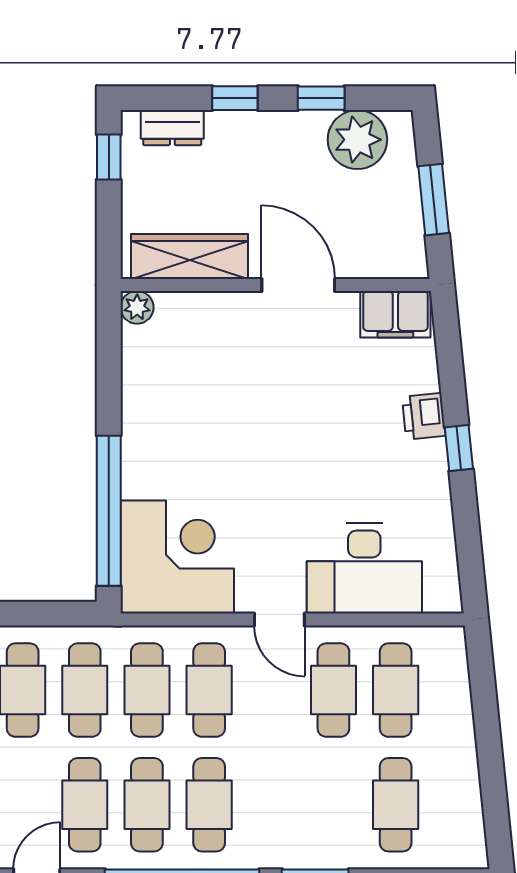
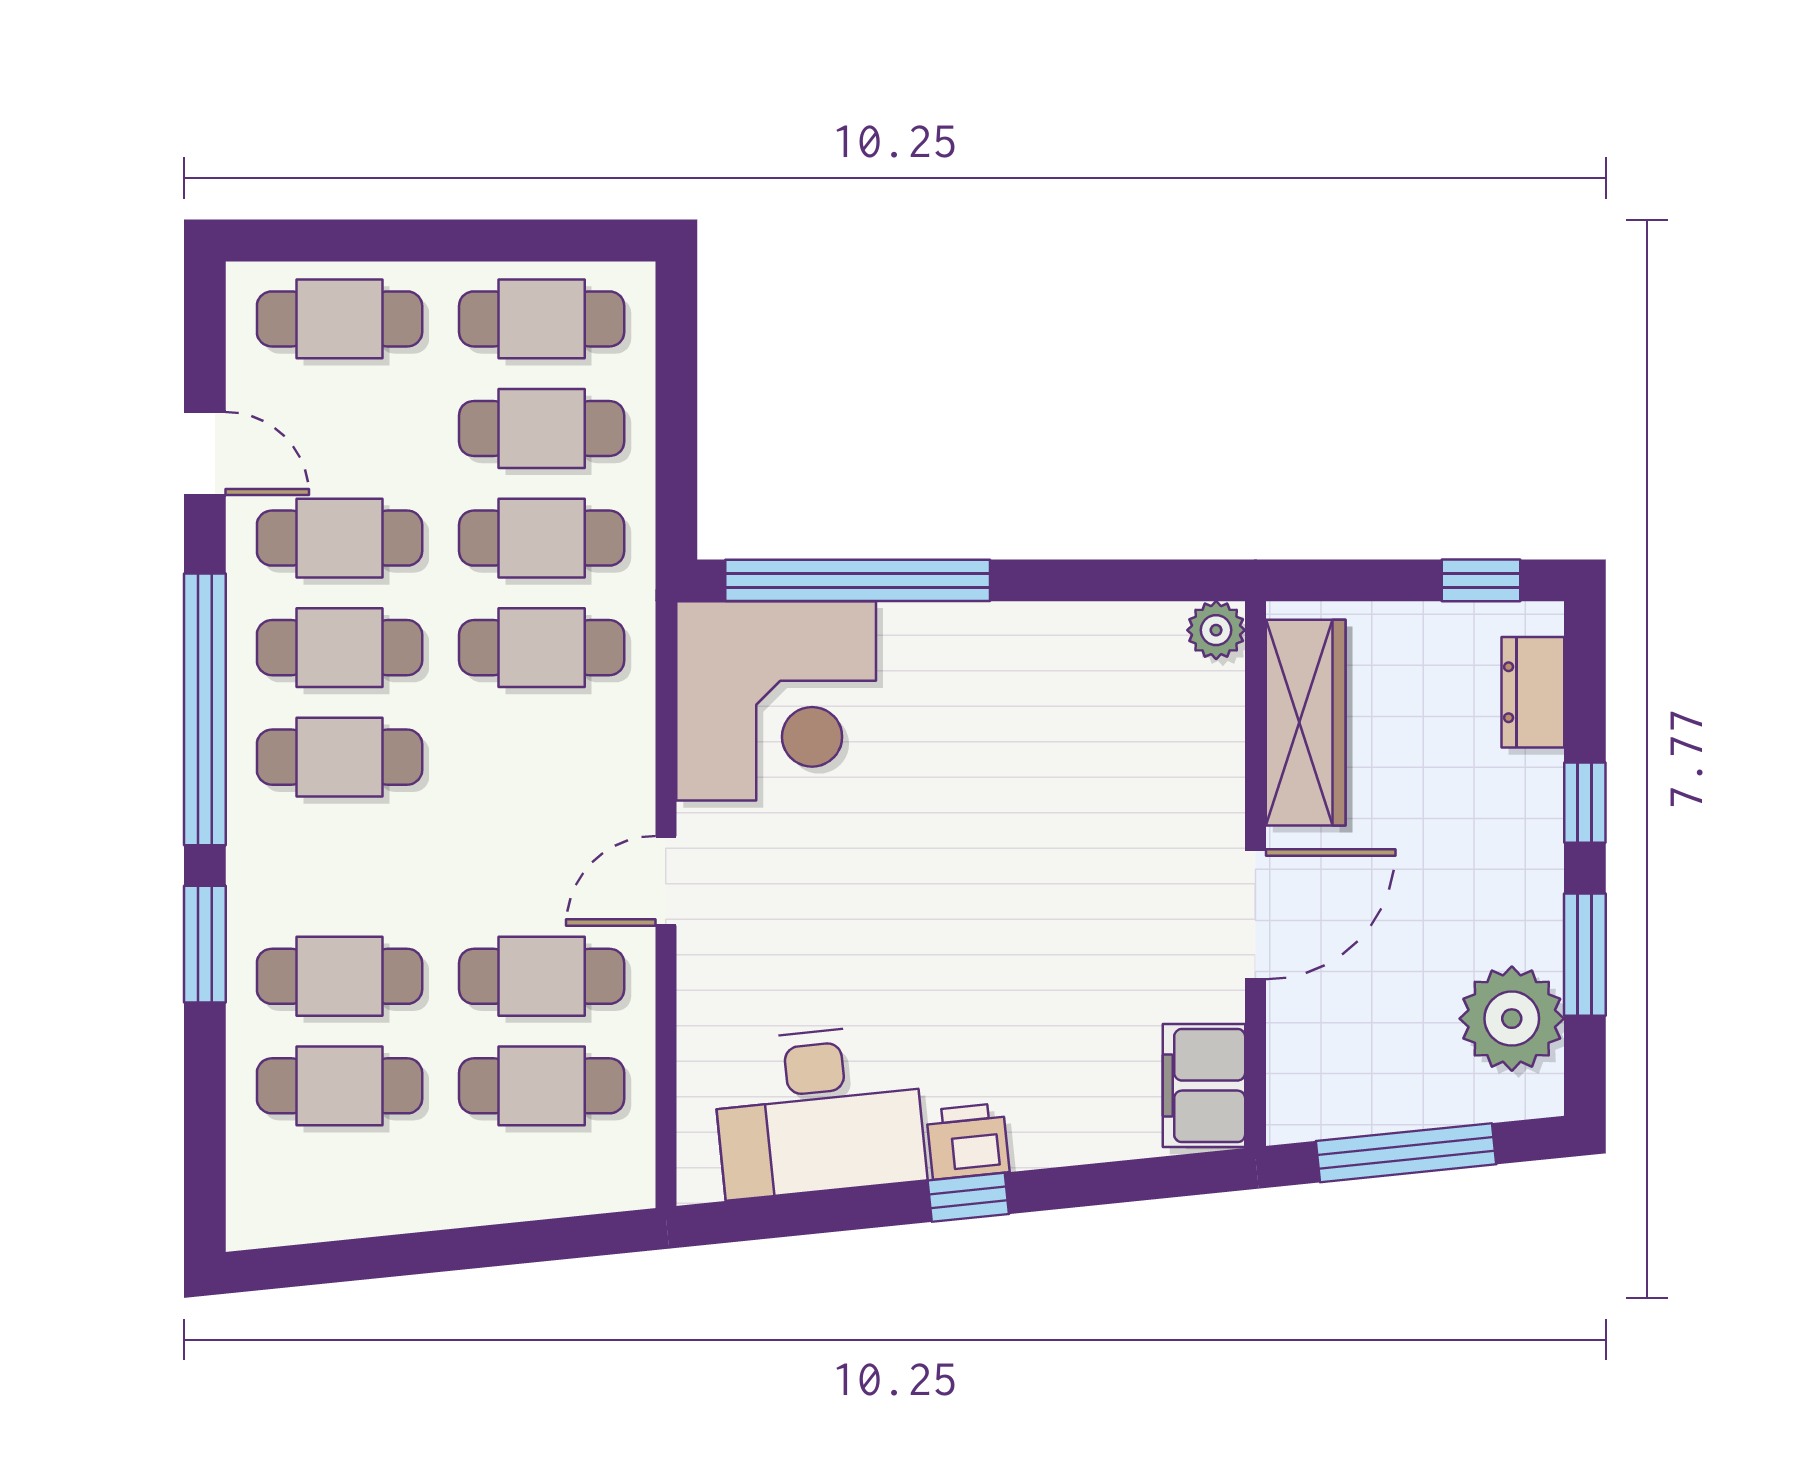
window: (321, 98) -> (1585, 955), width x1.50
window: (434, 200) -> (1406, 1153), width x1.44
printer: (424, 416) -> (968, 1141), moved
desk: (364, 568) -> (819, 1111), moved, turned -96
cafe table: (209, 690) -> (340, 976), moved

